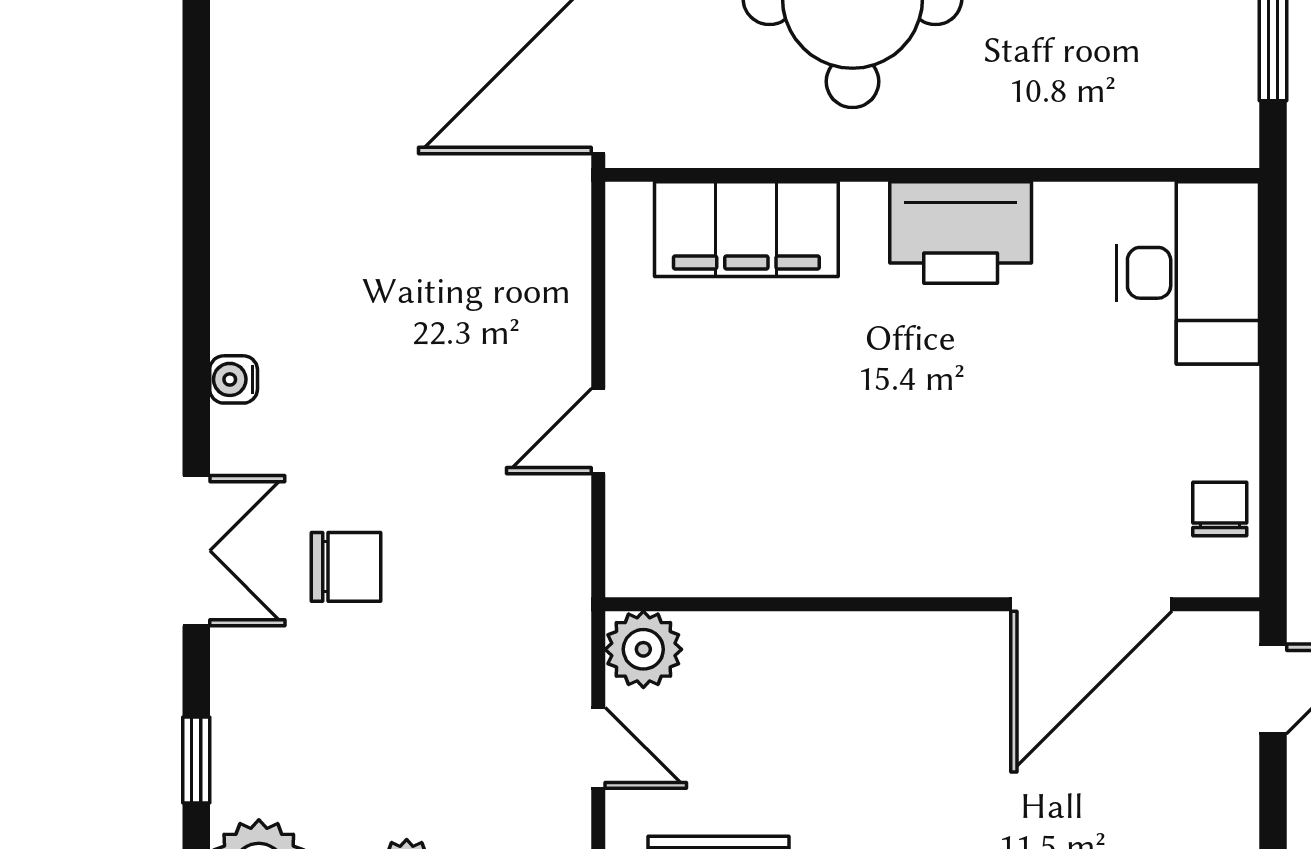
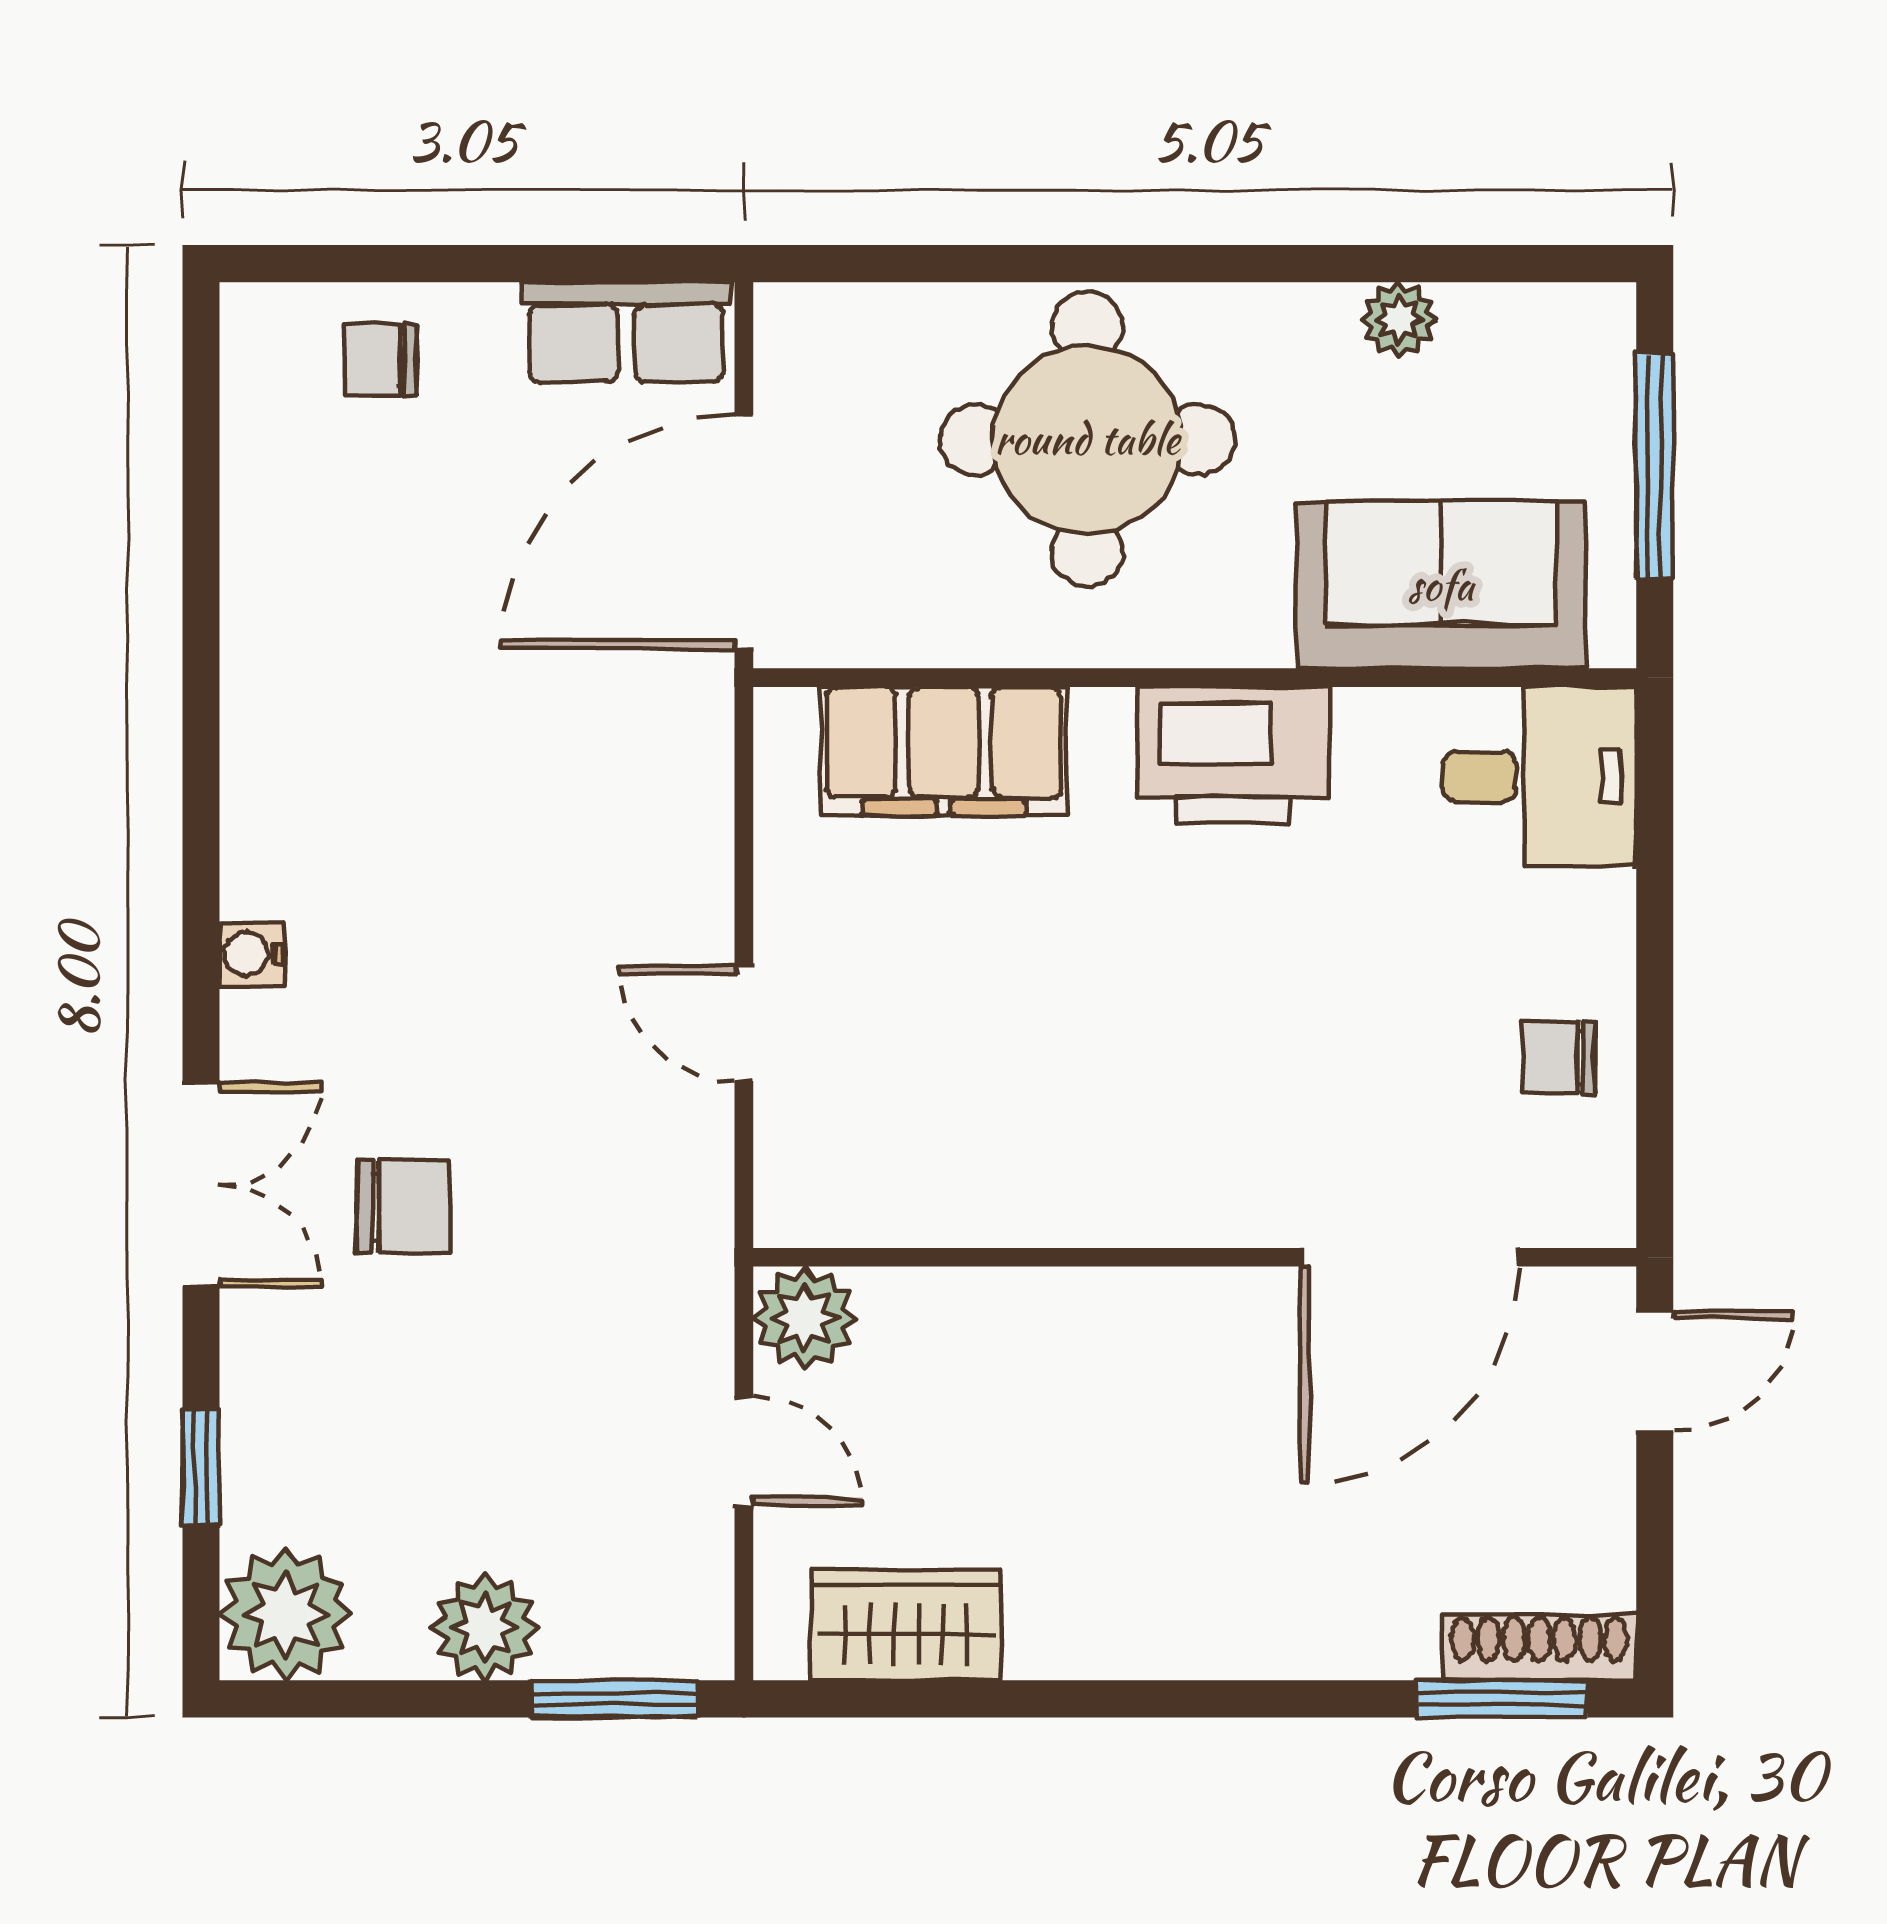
sofa: (1115, 106) -> (1441, 585), added
desk: (1188, 273) -> (1540, 777), width x0.73
door: (598, 431) -> (744, 1024), hinge flipped
chair: (1220, 509) -> (1559, 1057), moved, turned -90

